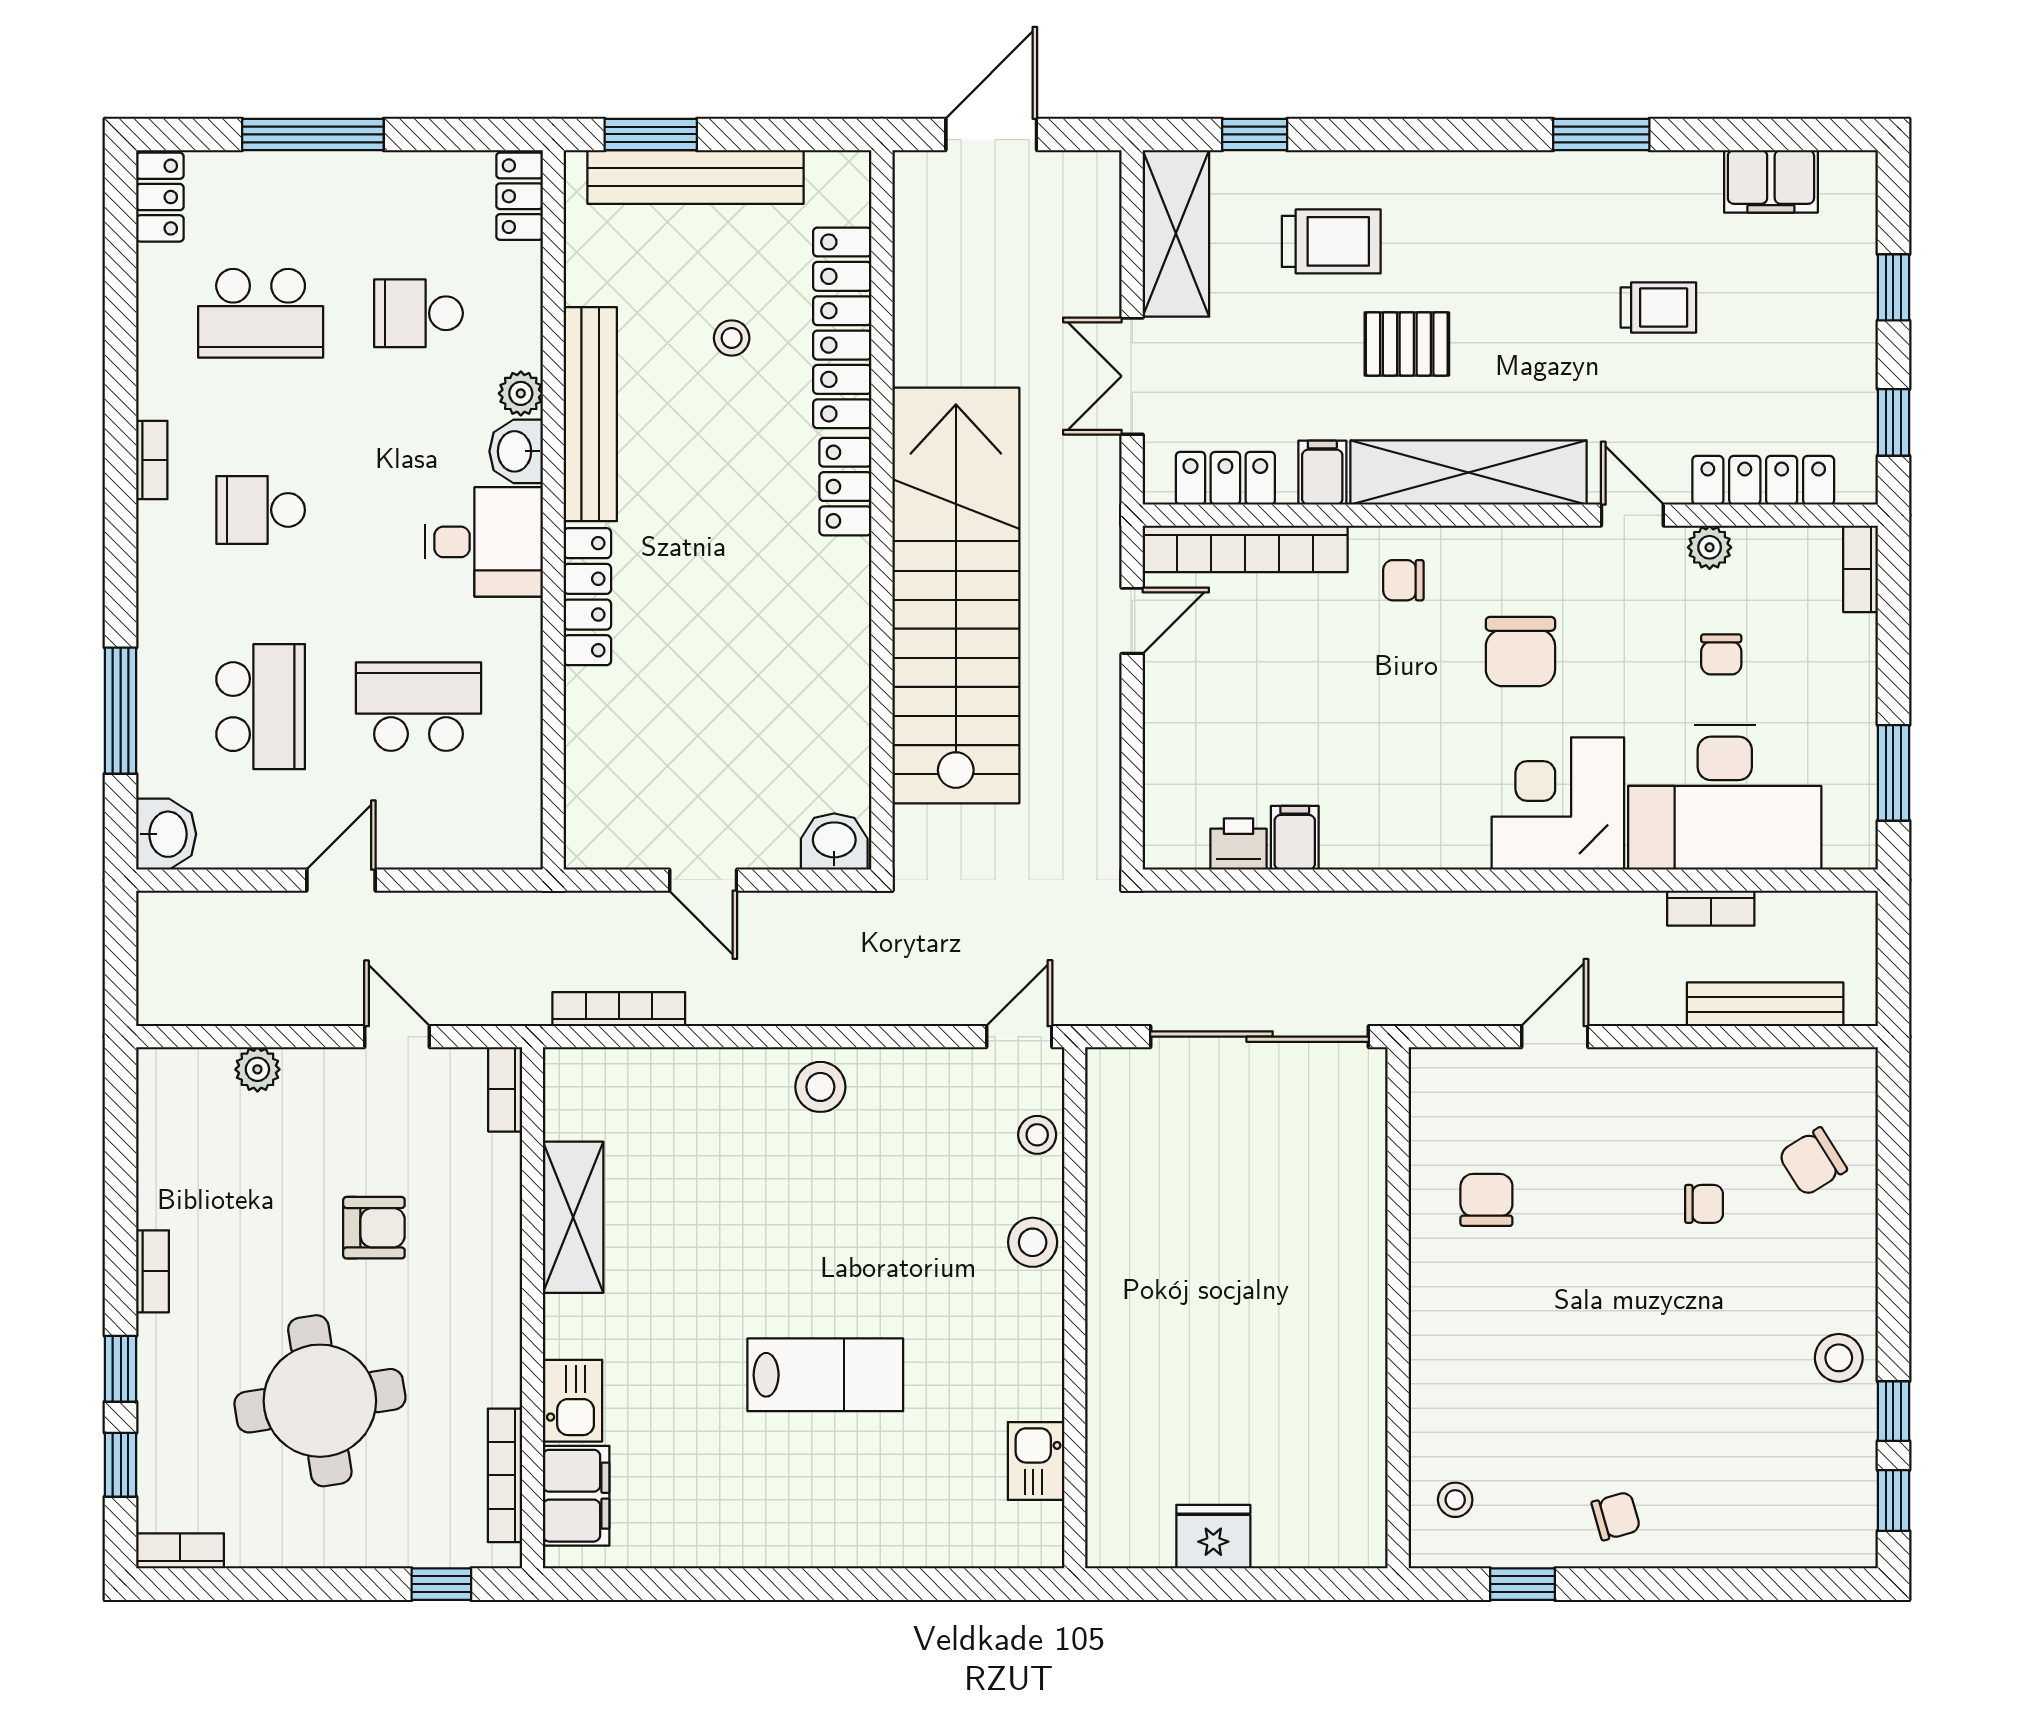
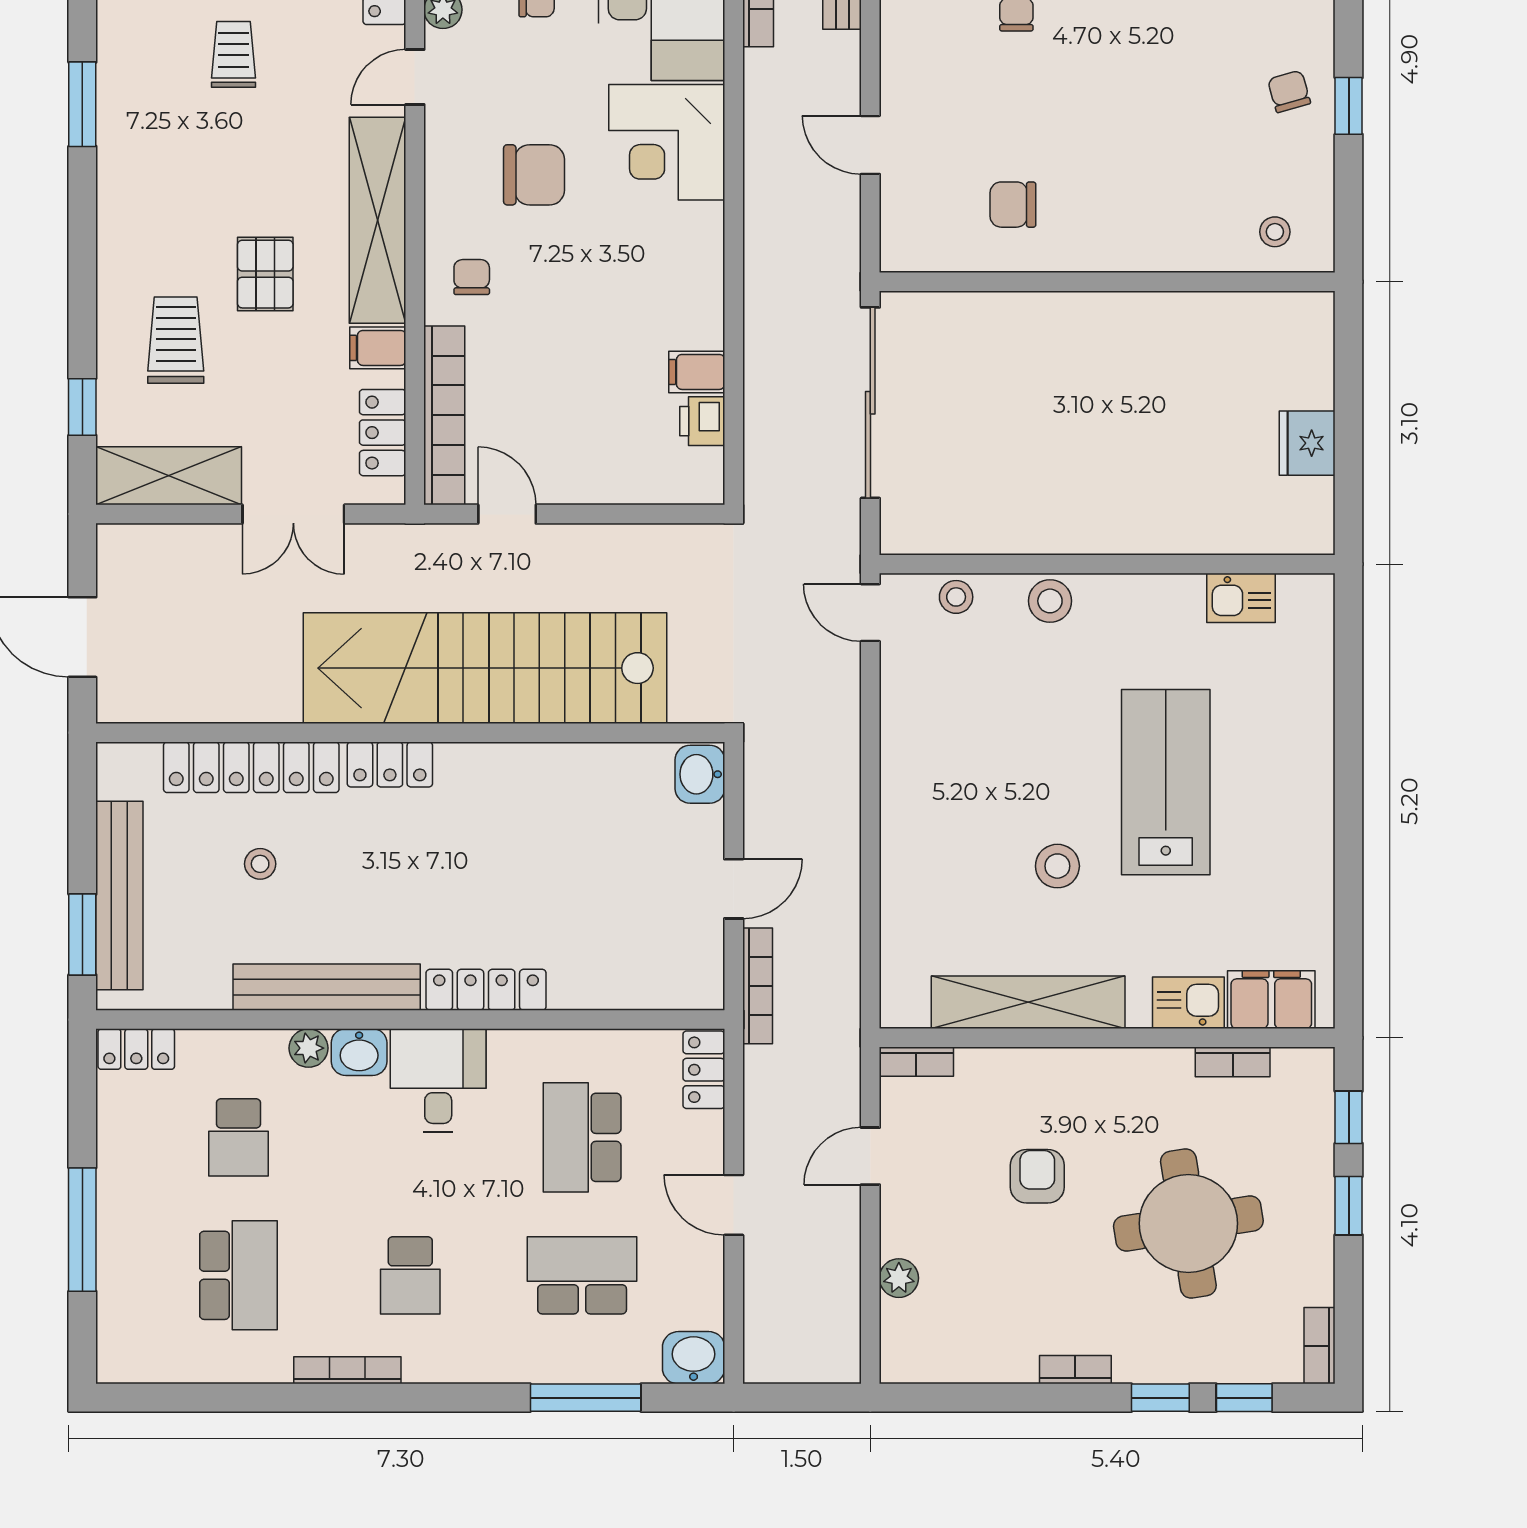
locker: (160, 197) -> (704, 1070), moved, turned -90
bookcase: (152, 460) -> (347, 1370), width x1.56
chair: (1403, 580) -> (472, 277), turned 180
bookcase: (619, 1009) -> (758, 986), moved, turned 180
stool: (820, 1087) -> (1057, 866), moved
shelving: (573, 1217) -> (1028, 1002), width x1.47
lab bench: (825, 1375) -> (1166, 782), width x1.36, depth x1.39
bookcase: (505, 1475) -> (1233, 1062), width x0.64
window: (340, 1584) -> (1349, 1206), added
window: (1522, 1584) -> (1349, 106), moved

